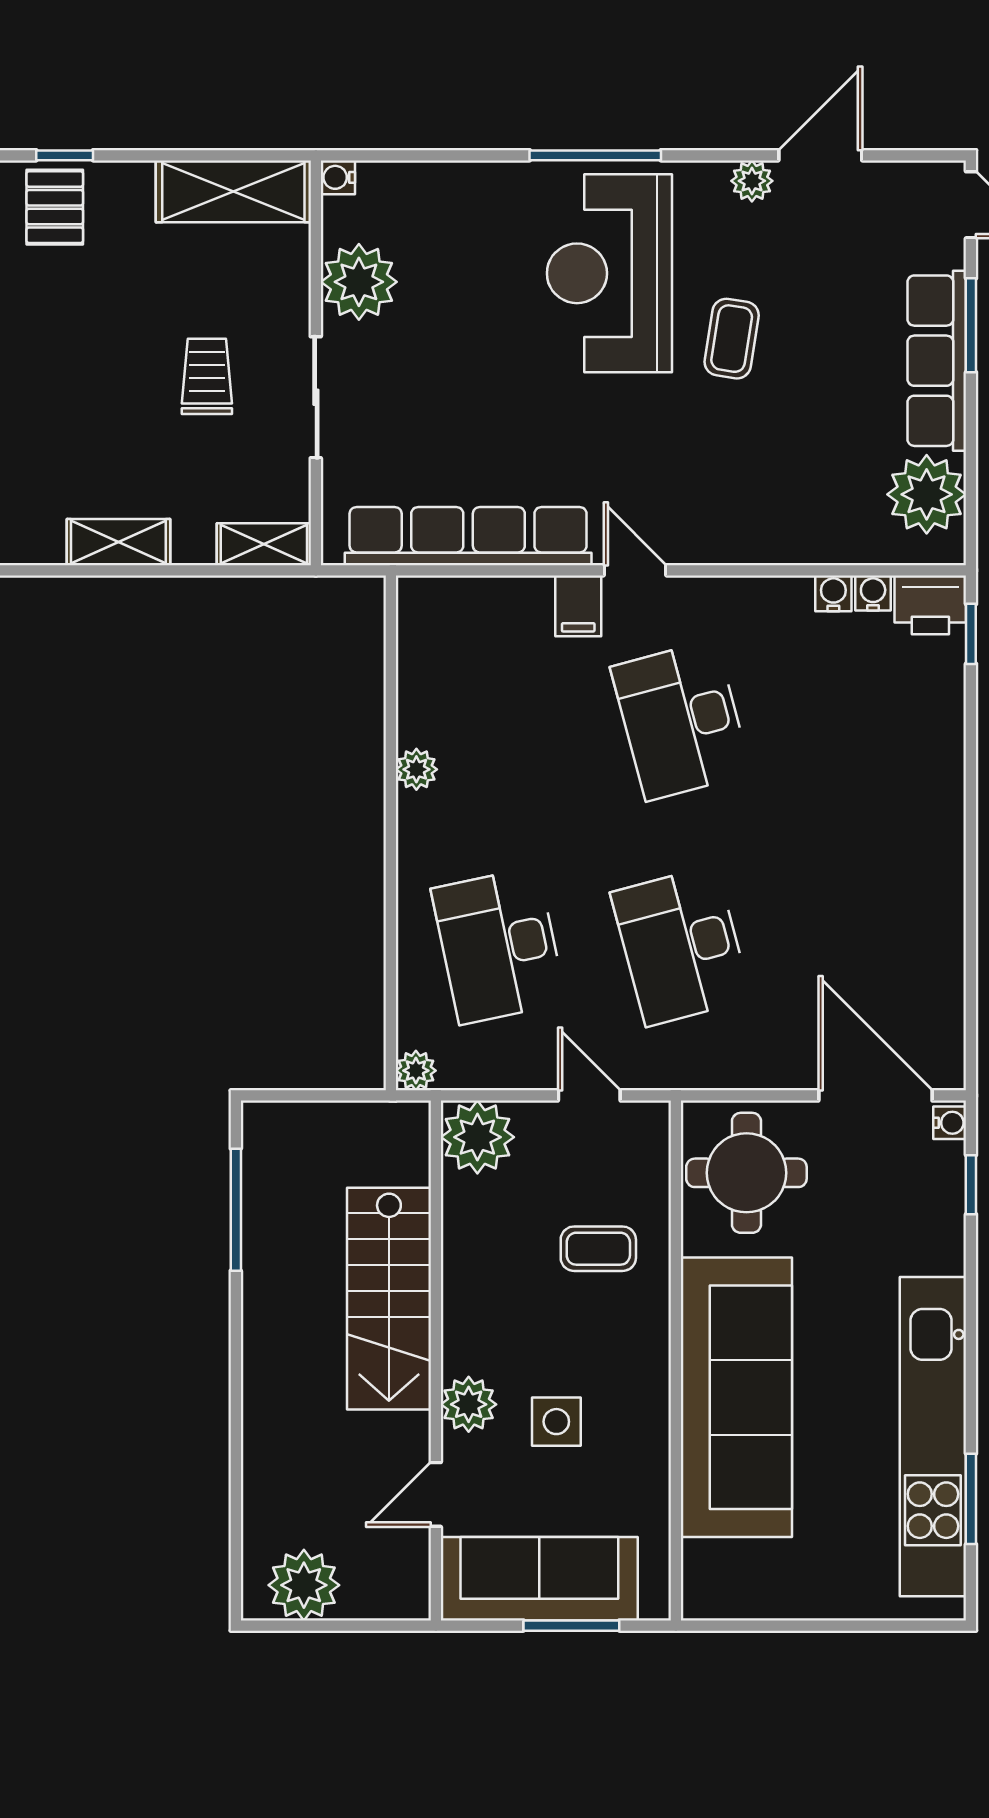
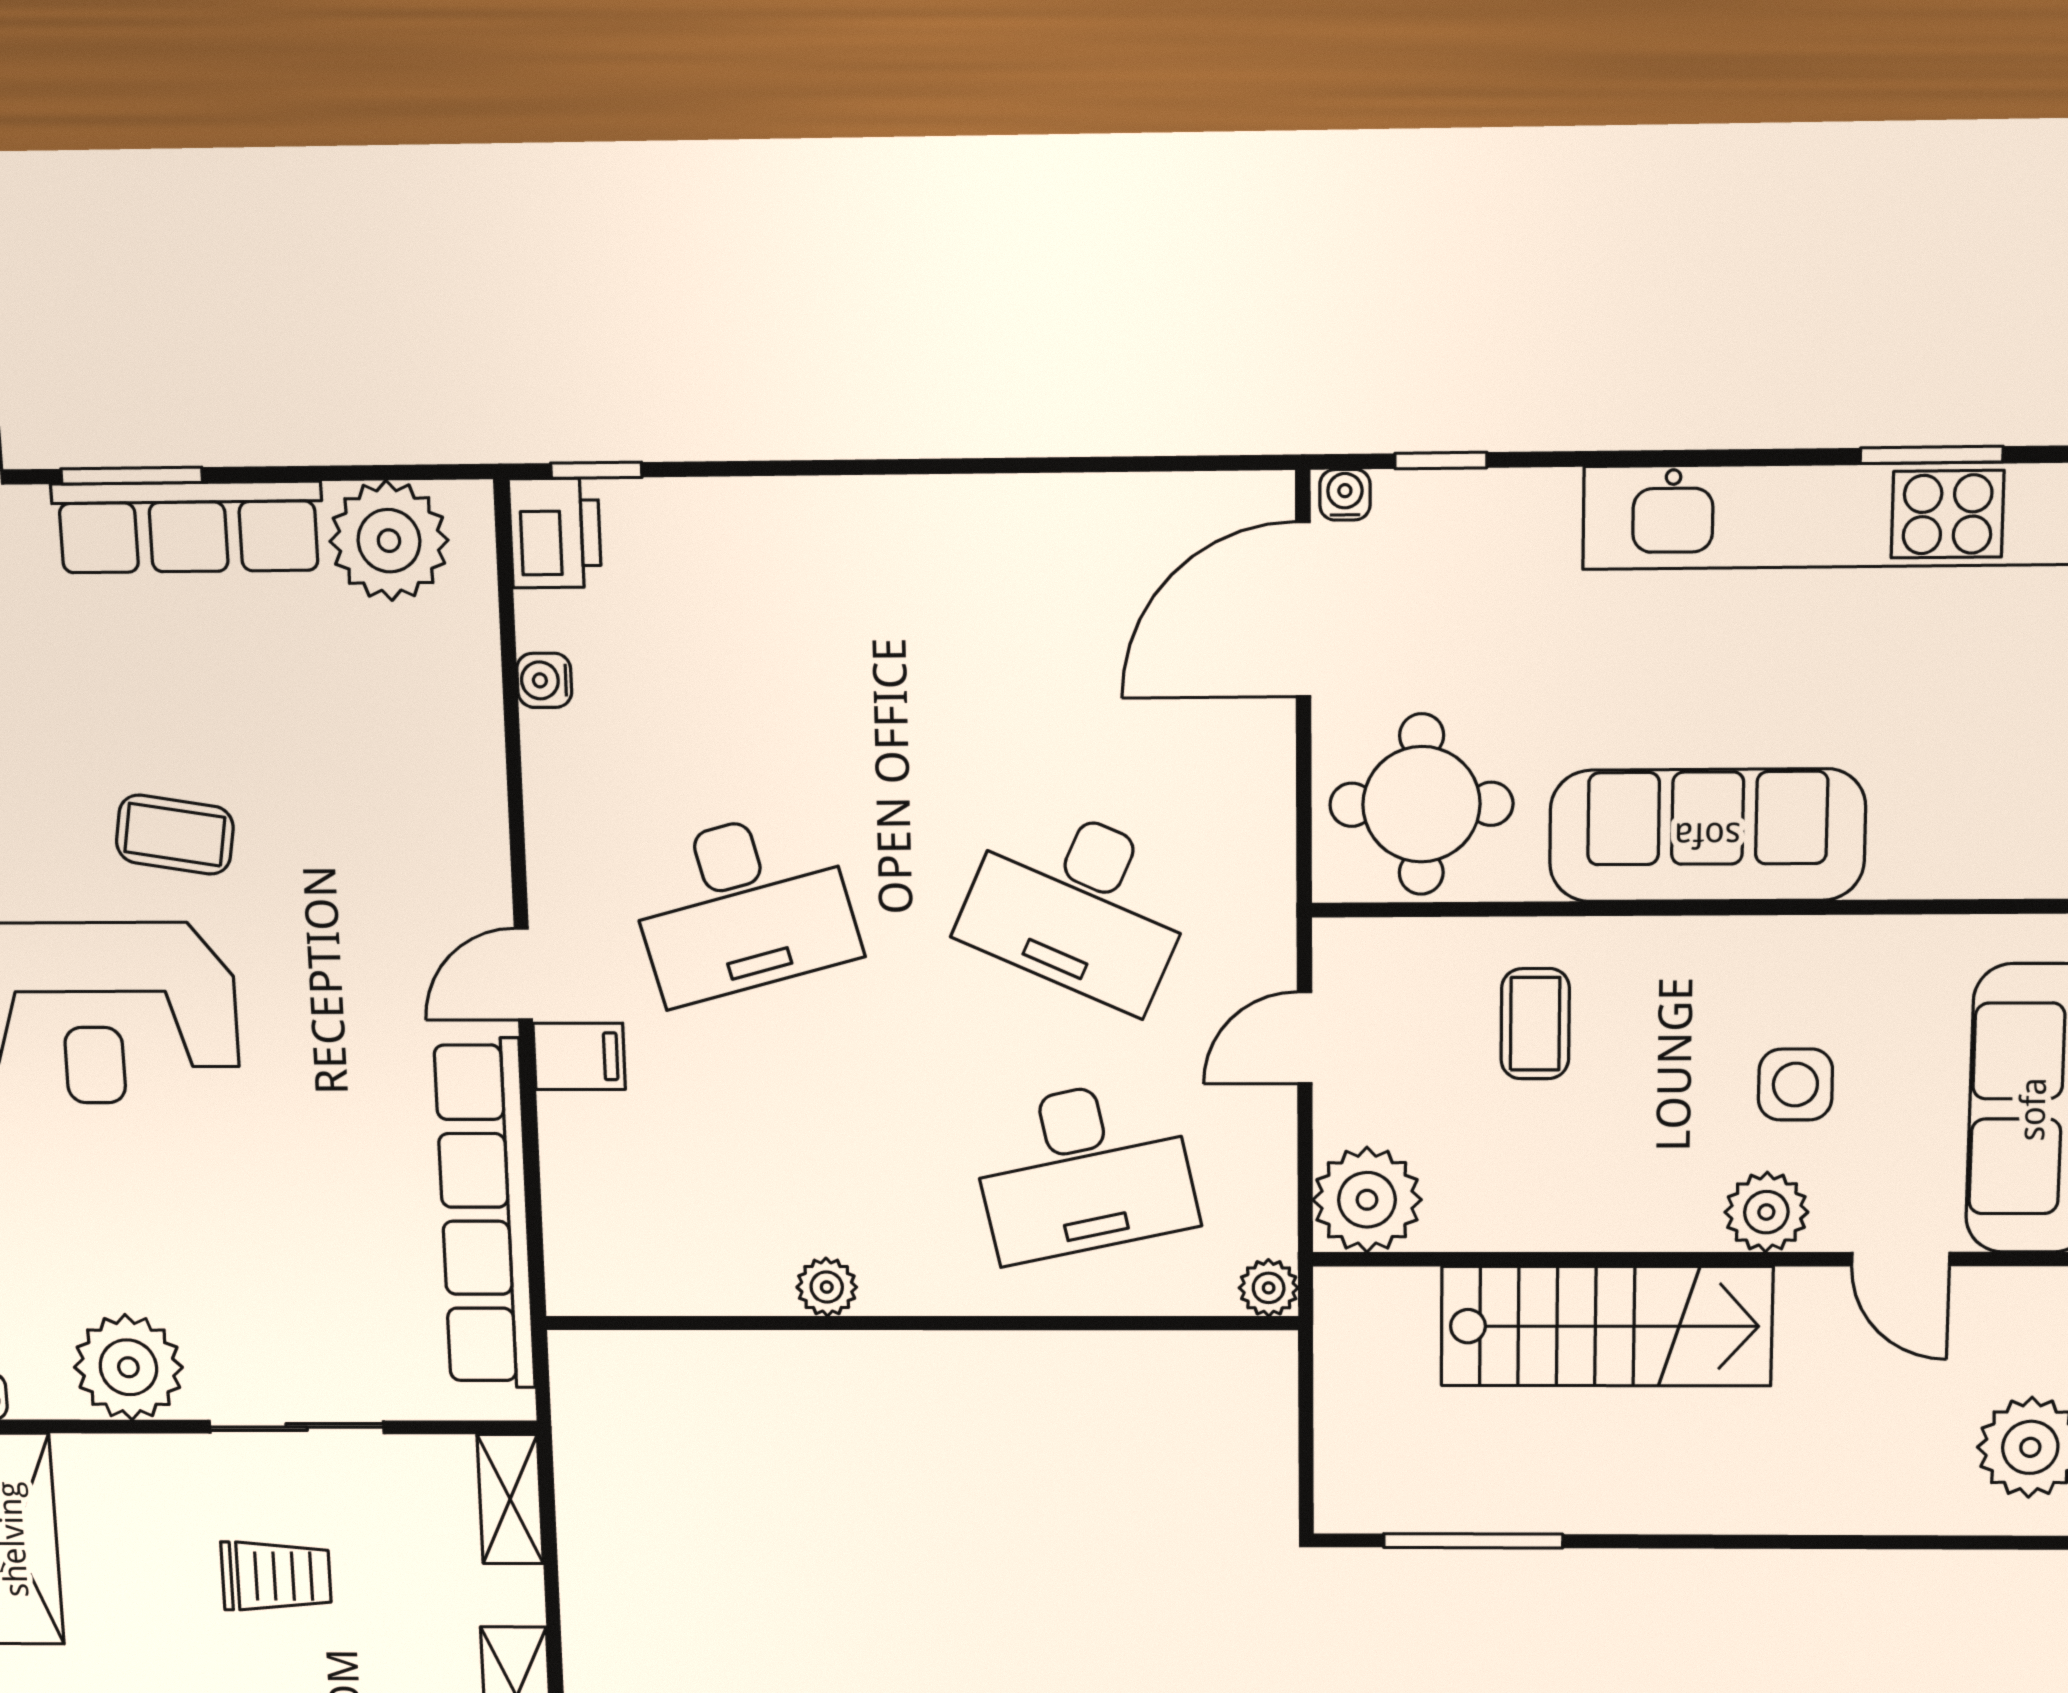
trolley: (207, 376) -> (276, 1576), turned 180
water cooler: (873, 593) -> (541, 621), removed
desk: (681, 946) -> (1079, 904), turned 39
sofa: (736, 1397) -> (1707, 835), width x0.74, depth x0.79

